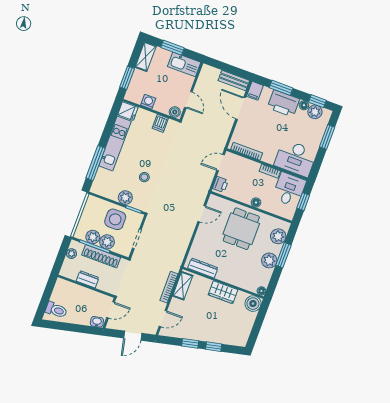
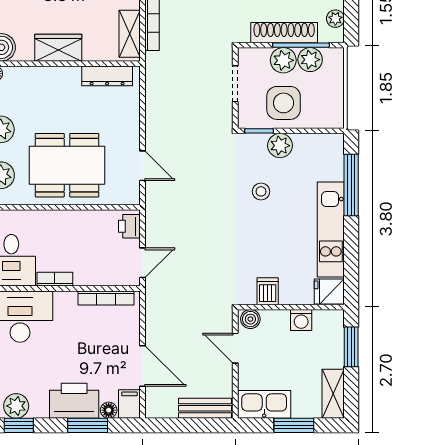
bench: (234, 80) -> (205, 408), moved
floor lamp: (304, 105) -> (109, 410), moved
floor lamp: (256, 202) -> (59, 218), removed
door: (202, 214) -> (143, 166), swing flipped
dining table: (241, 229) -> (67, 165), width x1.37

